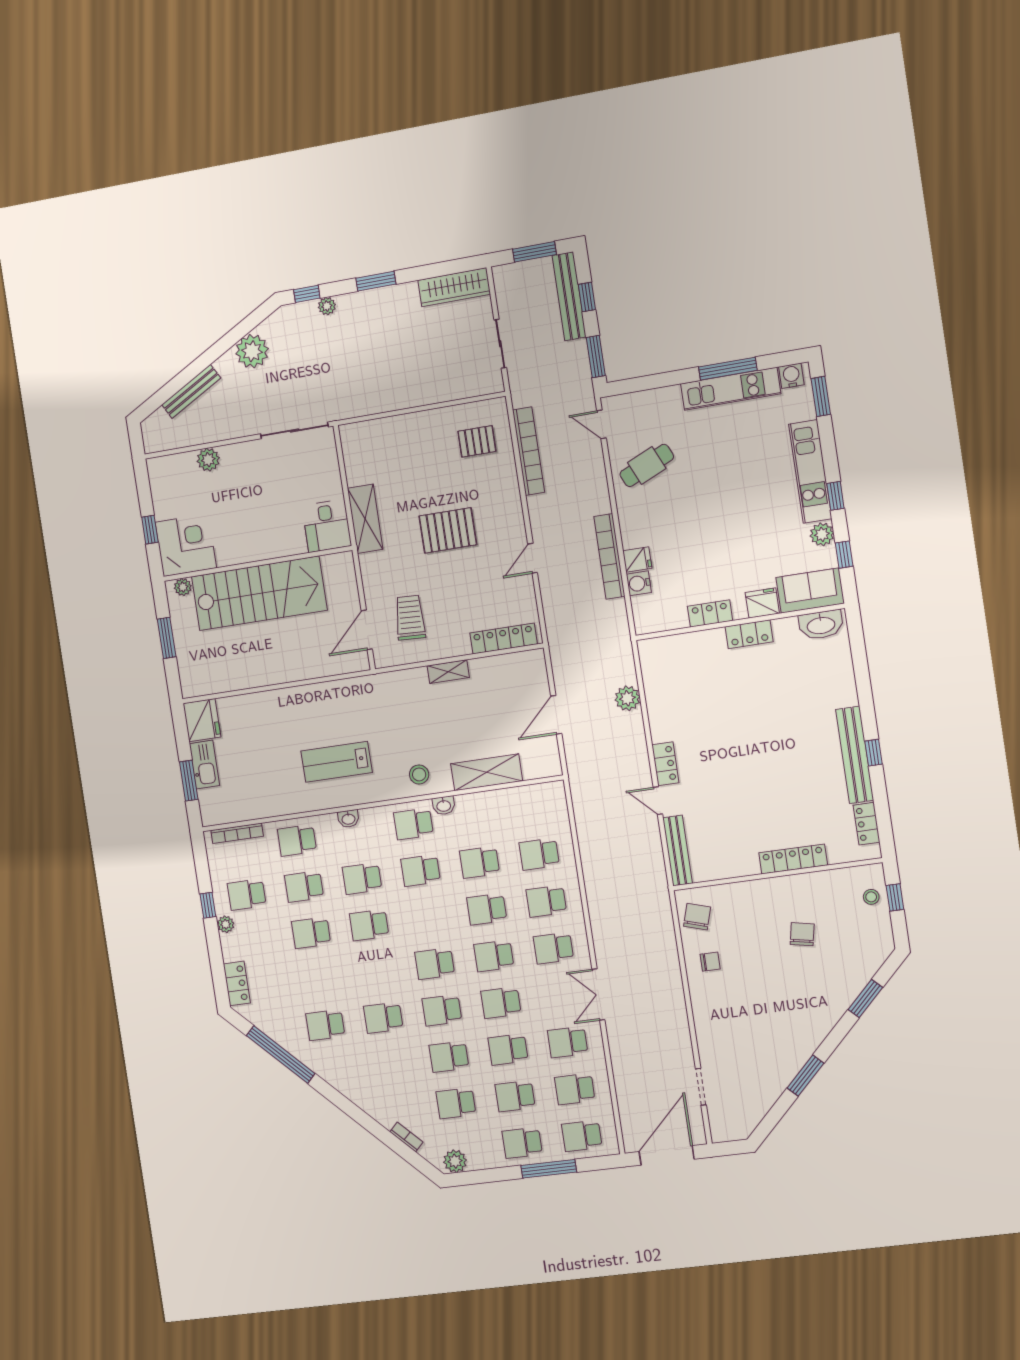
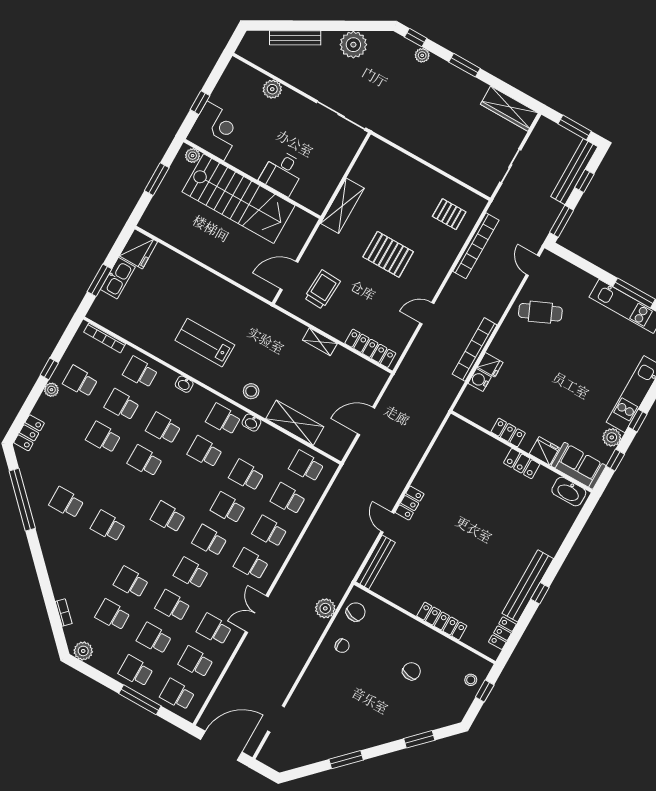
desk: (327, 526) -> (283, 173), moved
plant: (627, 698) -> (325, 608), moved
school desk: (442, 1010) -> (306, 466), moved

